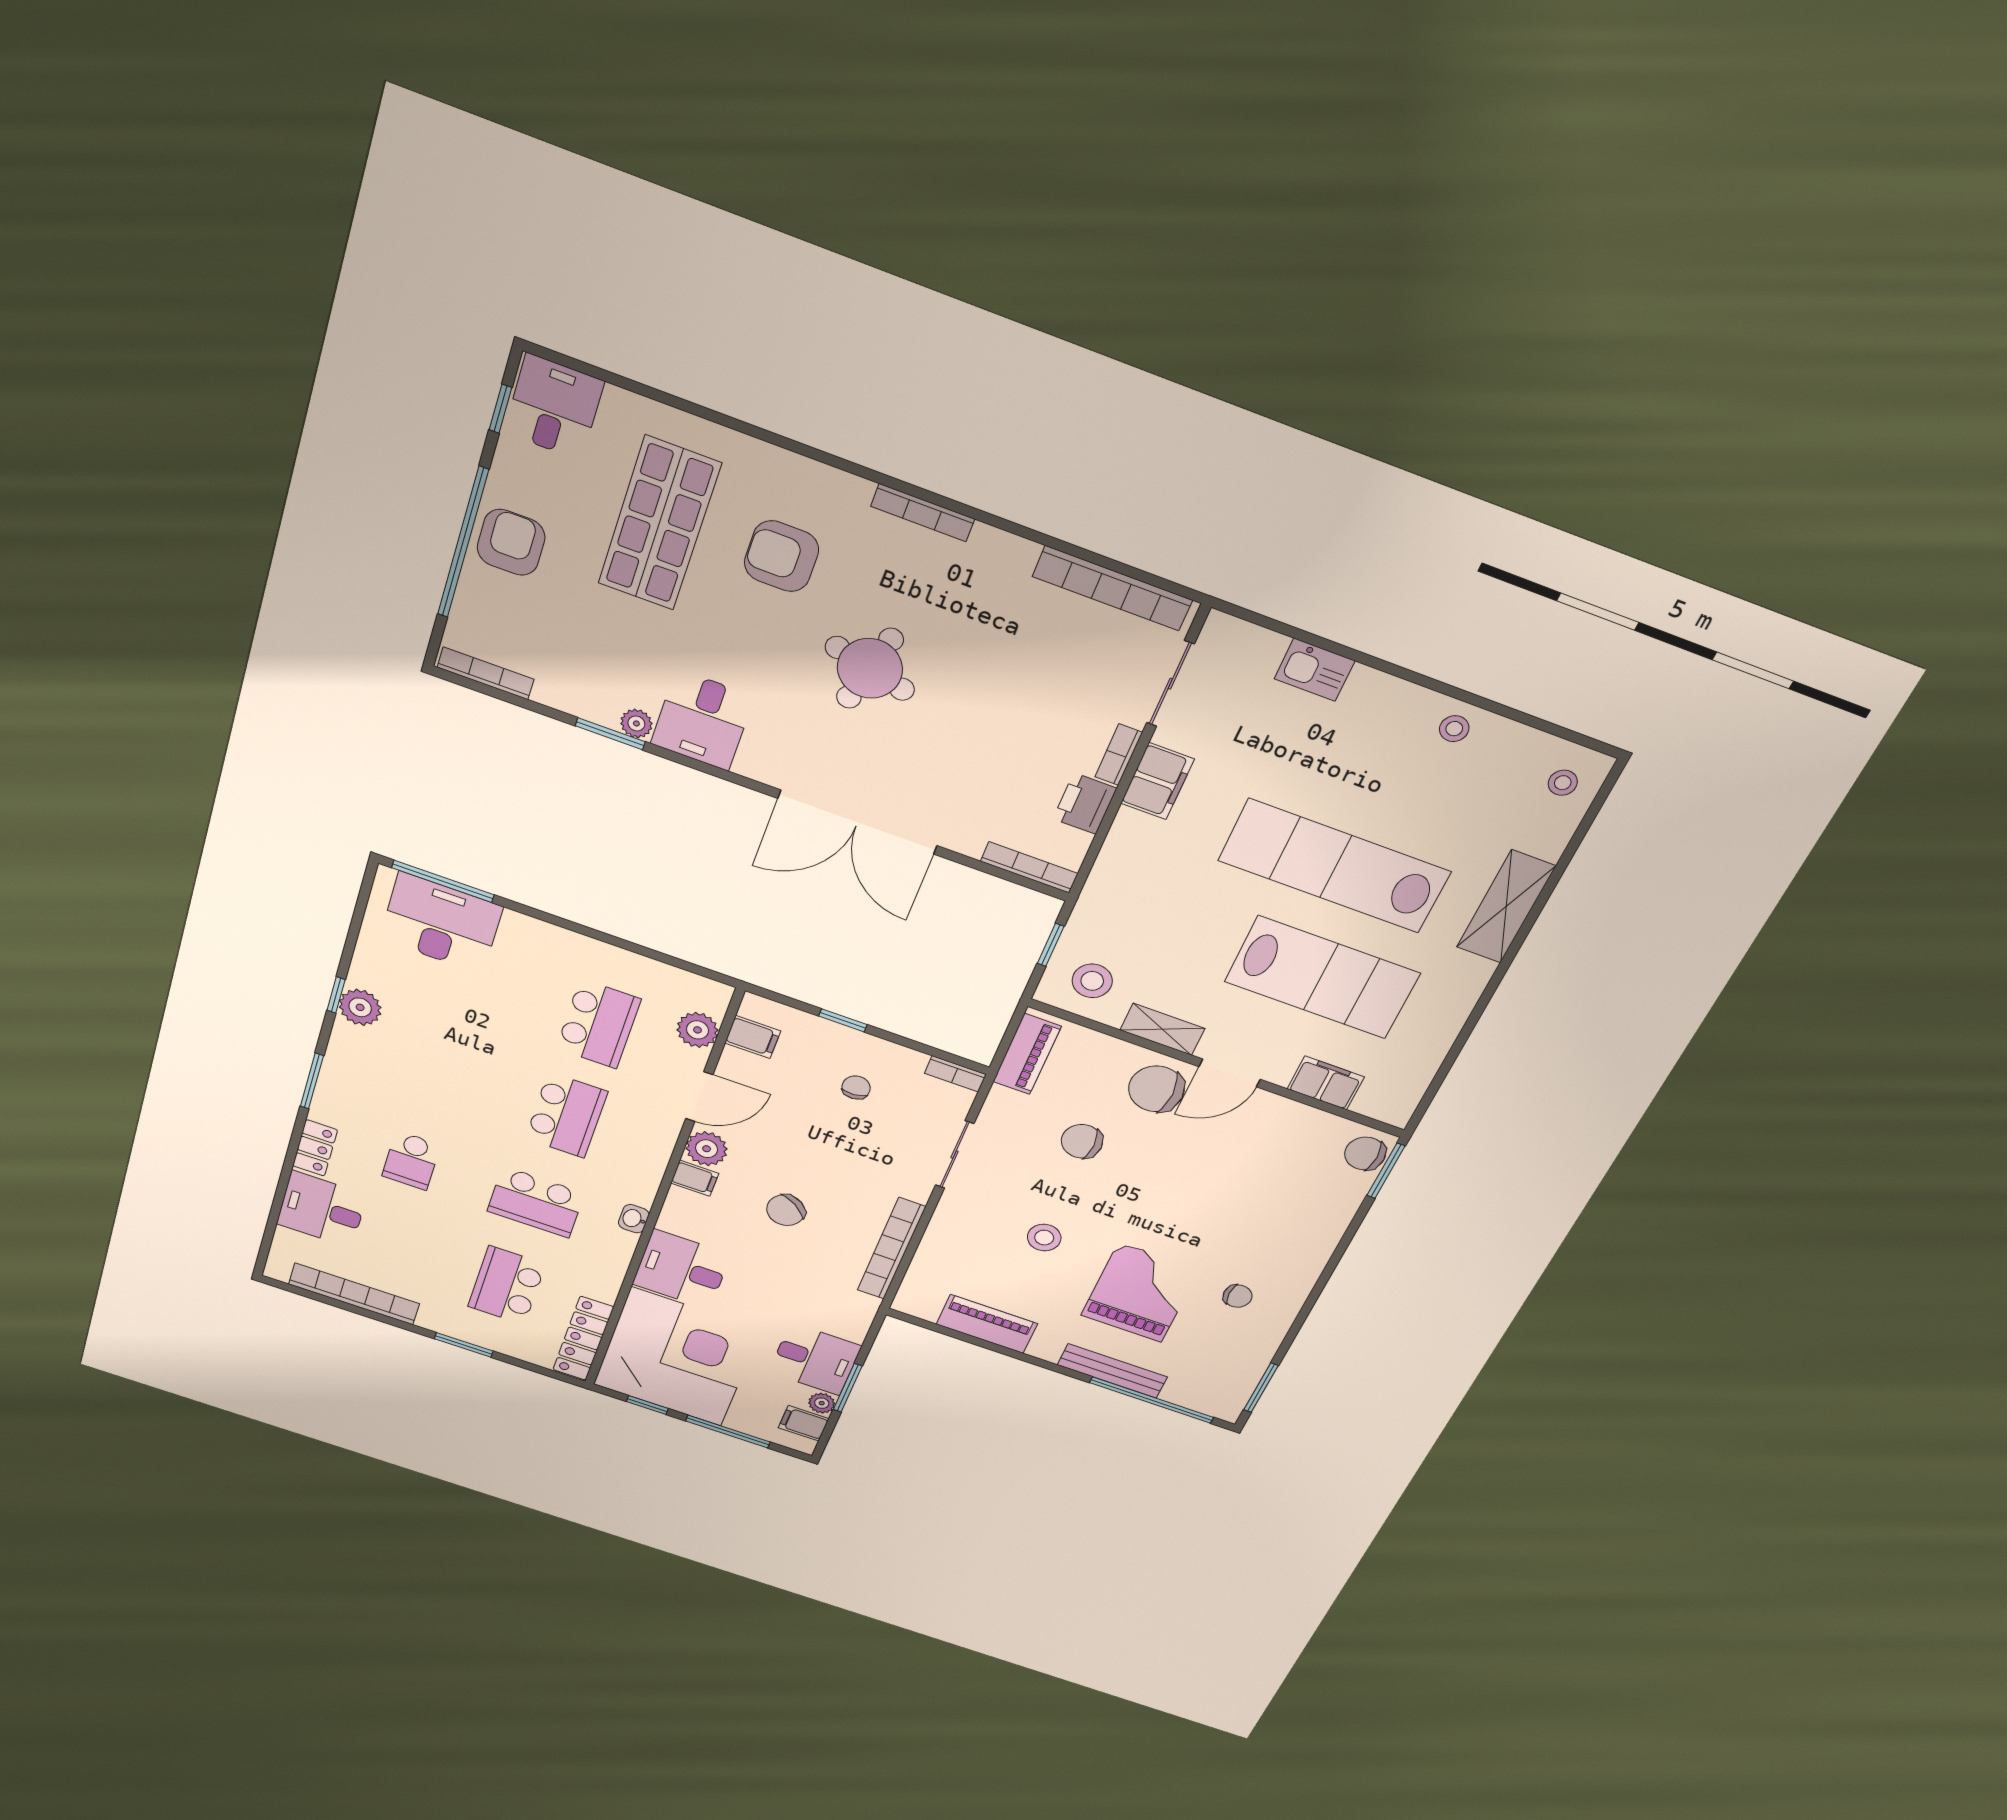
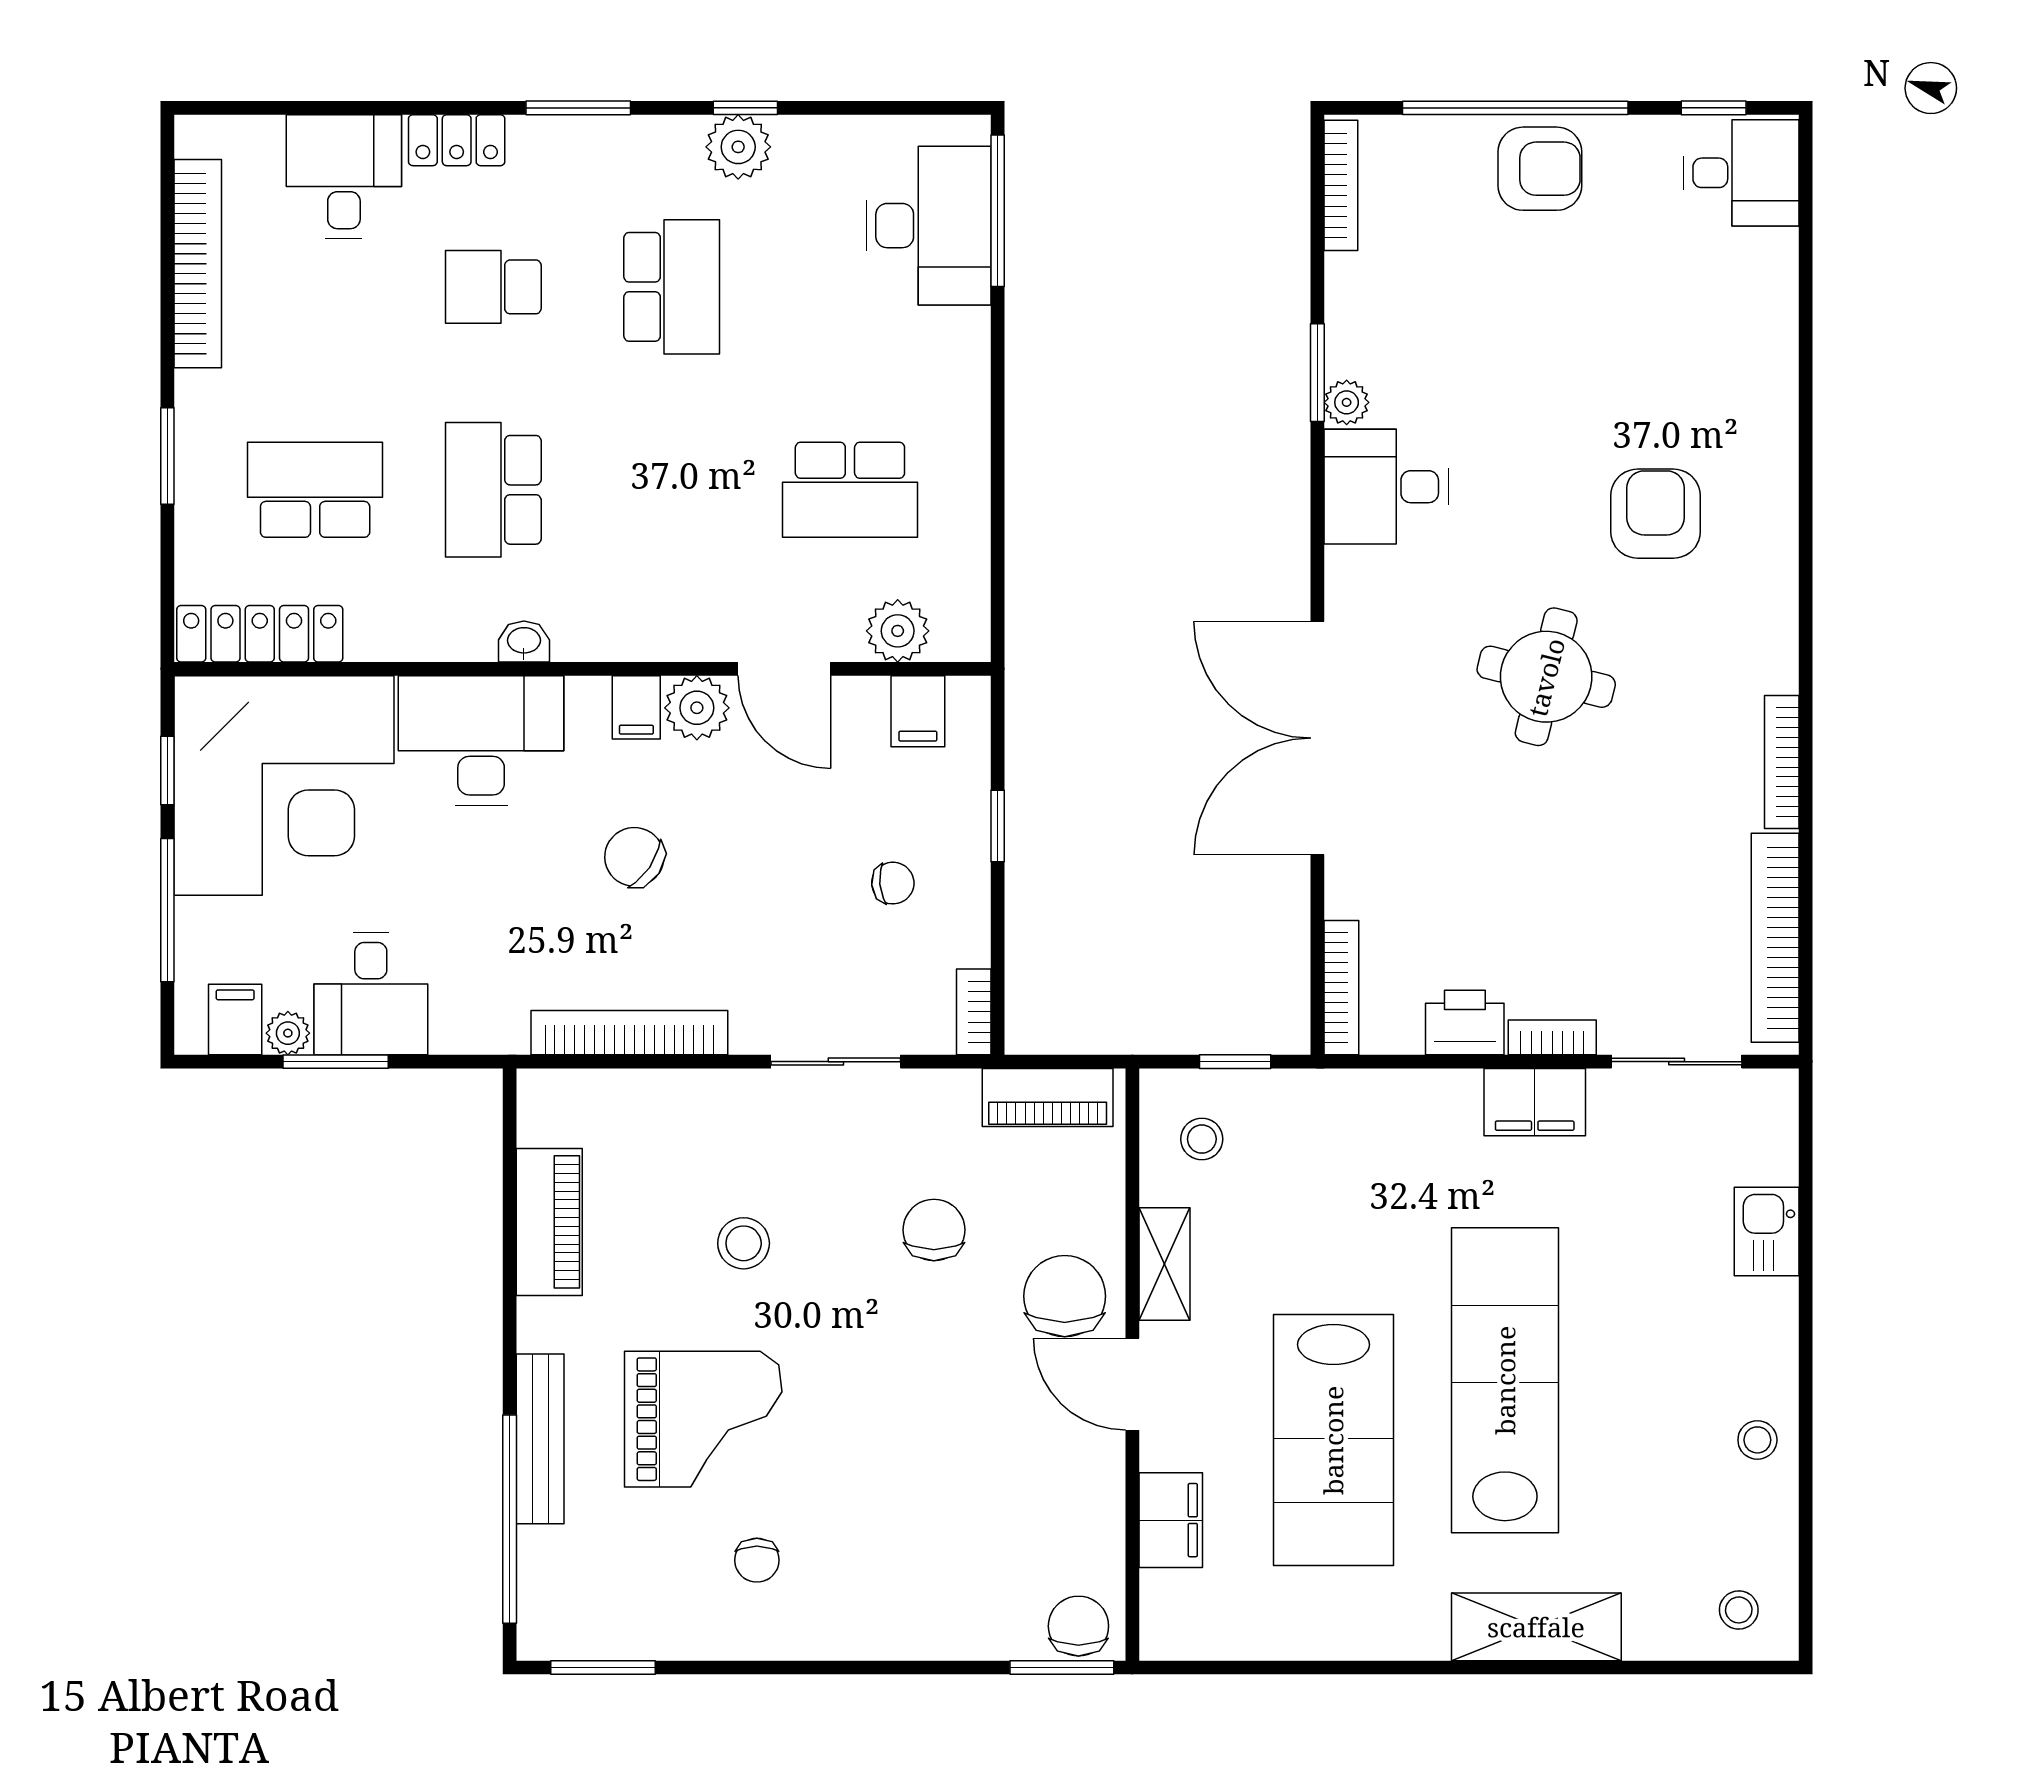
bookcase: (923, 513) -> (1782, 762), moved
shop shelf: (659, 524) -> (1639, 348), removed
stool: (1092, 981) -> (1202, 1139), width x0.73, depth x0.73
school desk: (566, 1115) -> (672, 287), moved, turned -90
desk: (682, 1269) -> (481, 741), width x1.37

